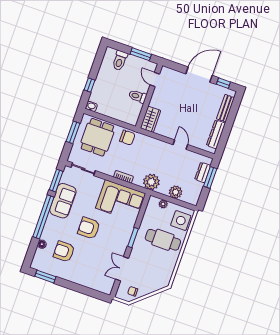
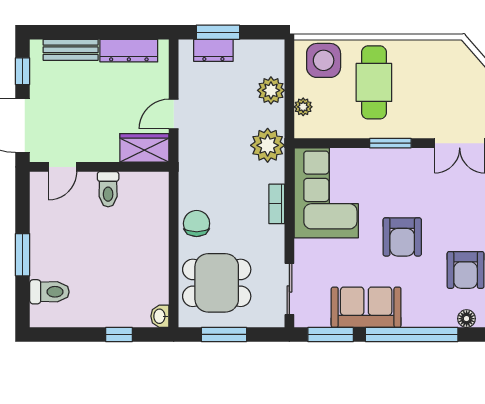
door: (155, 79) -> (63, 167), moved
toilet: (138, 96) -> (108, 189), moved
wall: (149, 96) -> (99, 167), moved
wardrobe: (151, 119) -> (144, 148), moved

